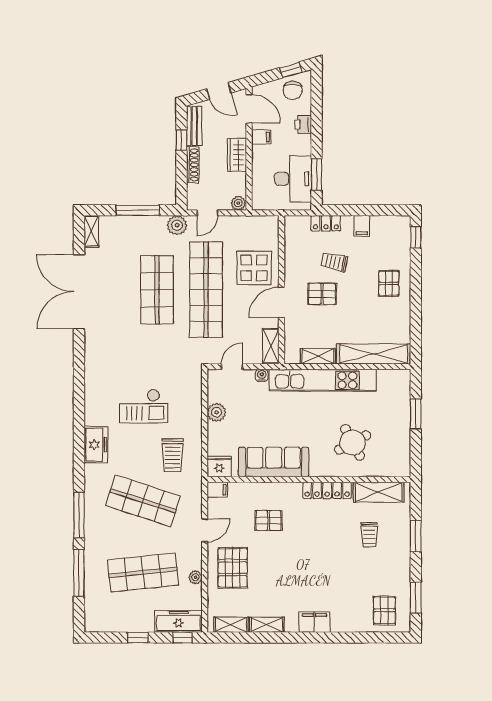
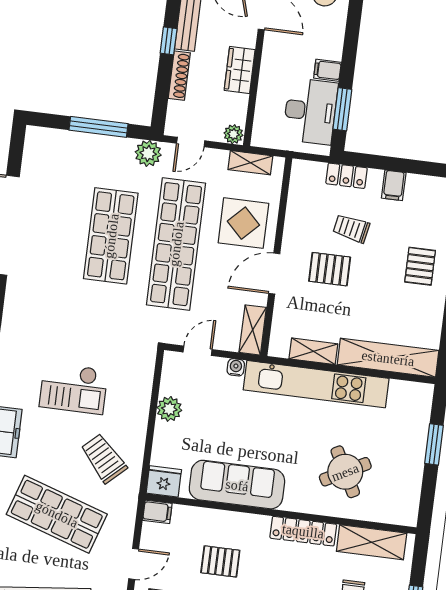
printer: (303, 125) -> (333, 41), removed
filing cabinet: (261, 137) -> (327, 70), moved, turned 180
shelving: (91, 231) -> (250, 163), moved, turned 90
trolley: (173, 455) -> (104, 458), turned 137

